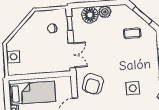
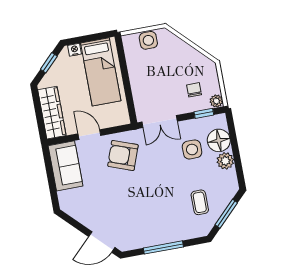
plant: (62, 14) -> (216, 101), added
side table: (133, 88) -> (192, 149), moved

